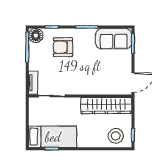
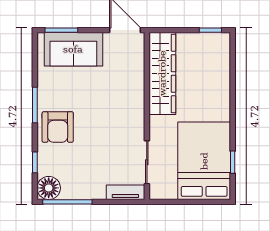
sofa: (114, 39) -> (73, 49), moved, turned 90
armchair: (63, 47) -> (58, 127), moved
stool: (116, 136) -> (212, 58), removed
bed: (53, 137) -> (204, 161), width x1.50

